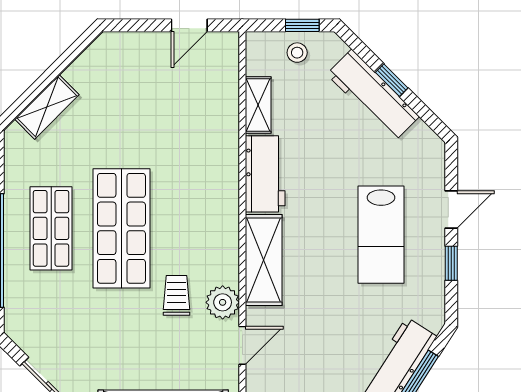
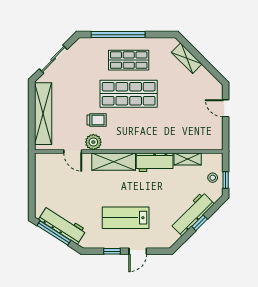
door: (189, 25) -> (226, 108), moved
door: (451, 209) -> (138, 251), hinge flipped

